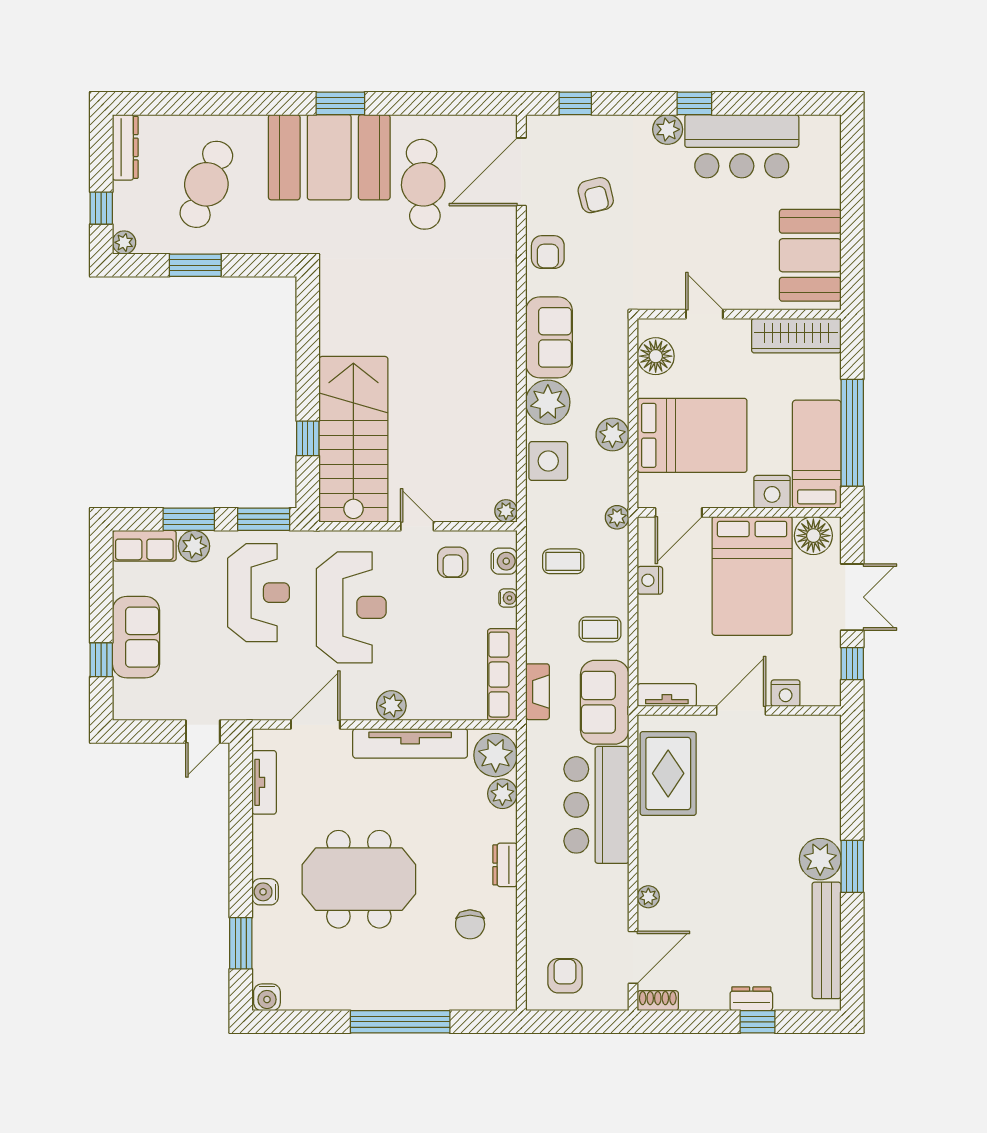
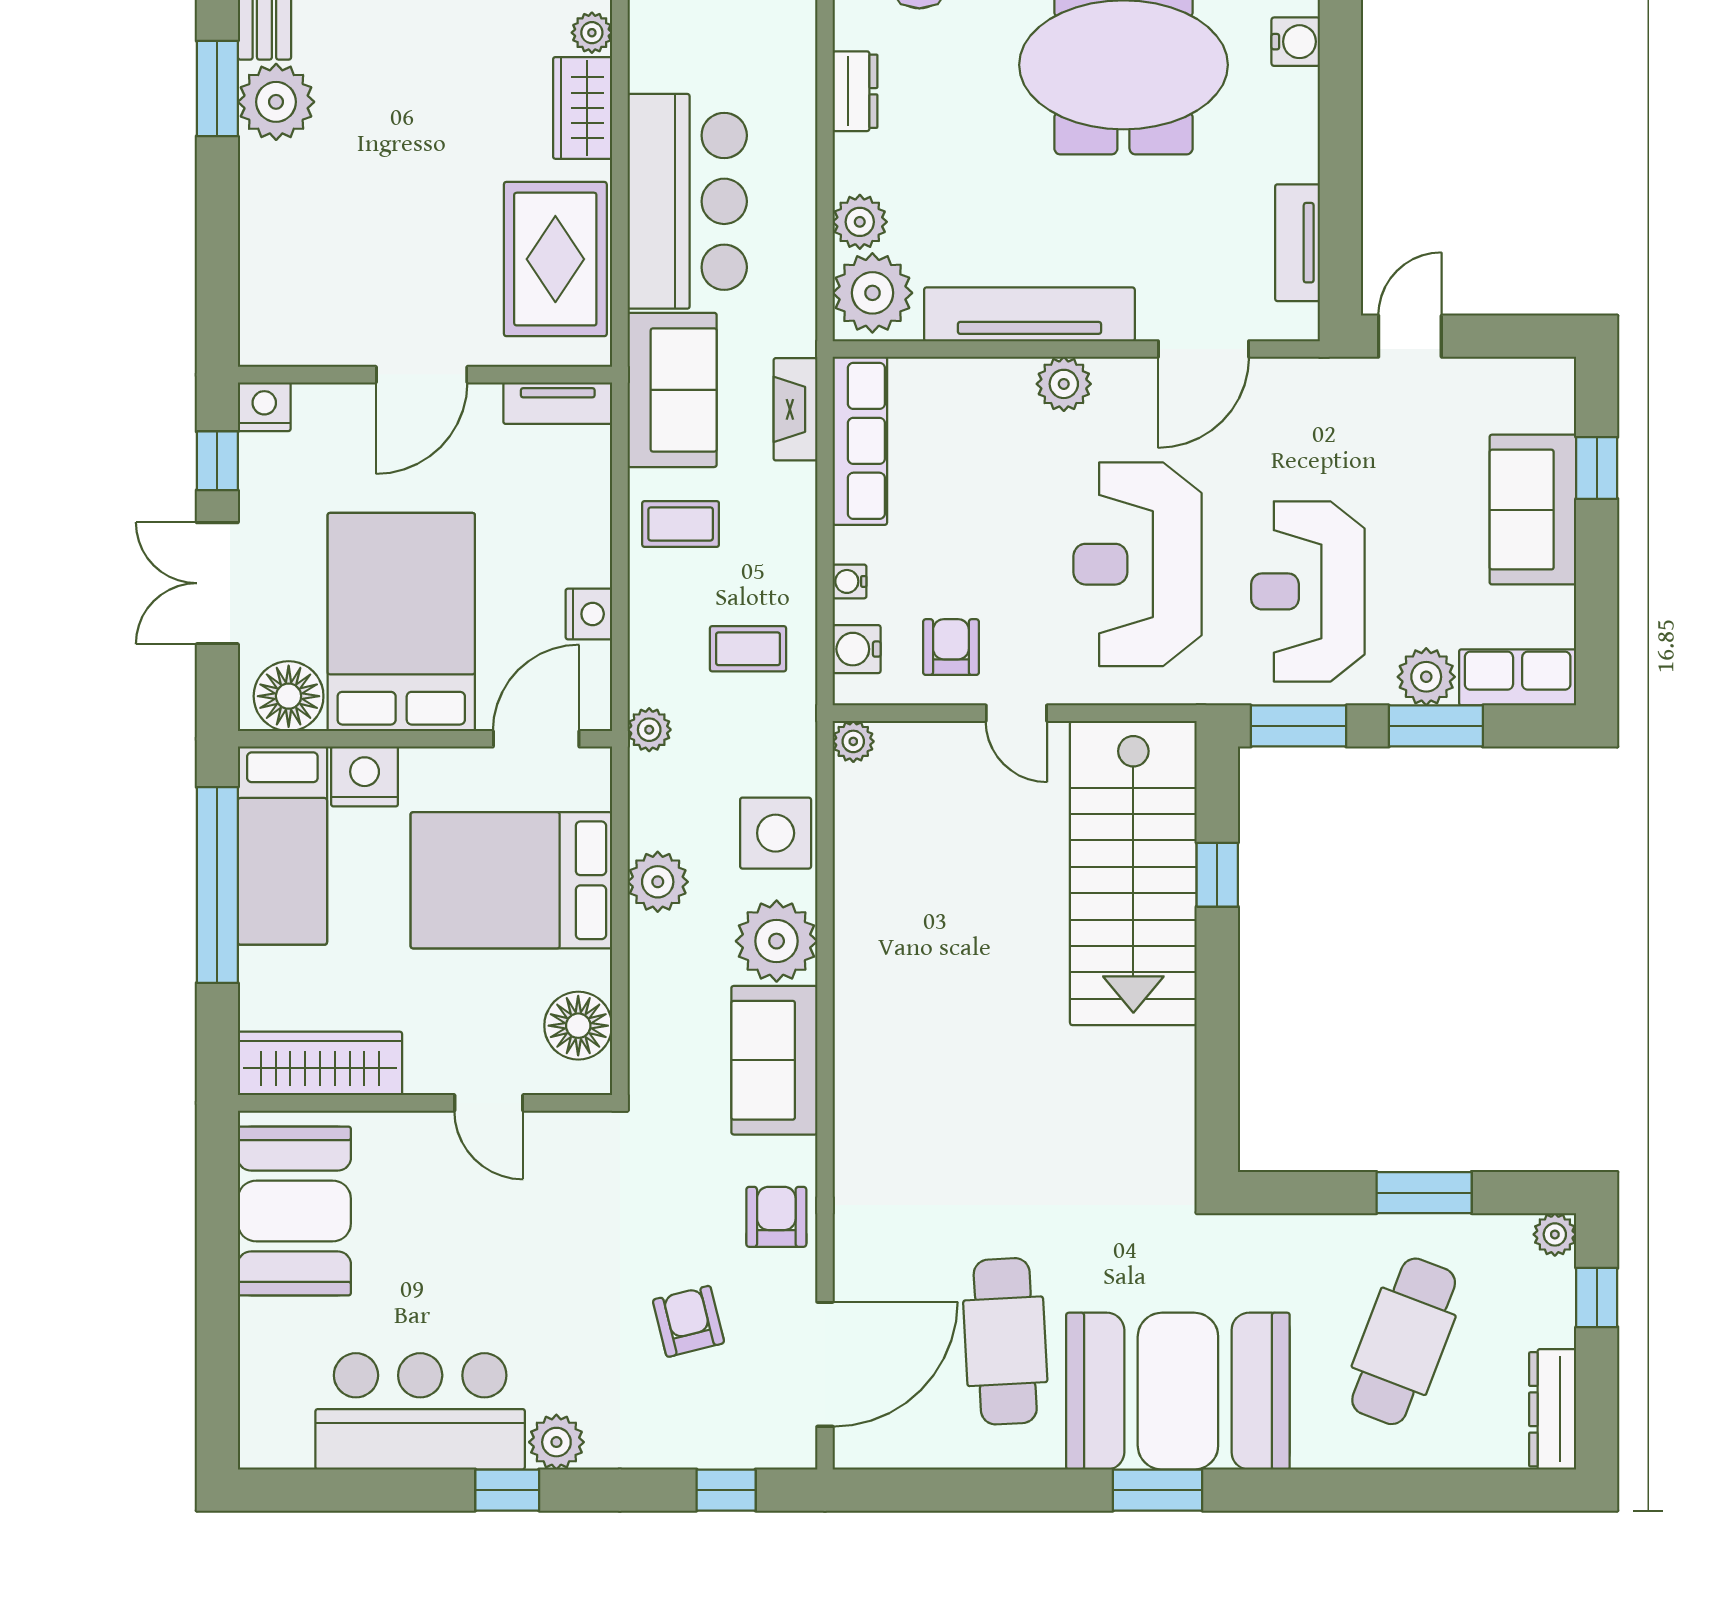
nightstand: (786, 693) -> (264, 407), moved
wardrobe: (653, 856) -> (583, 108), added

